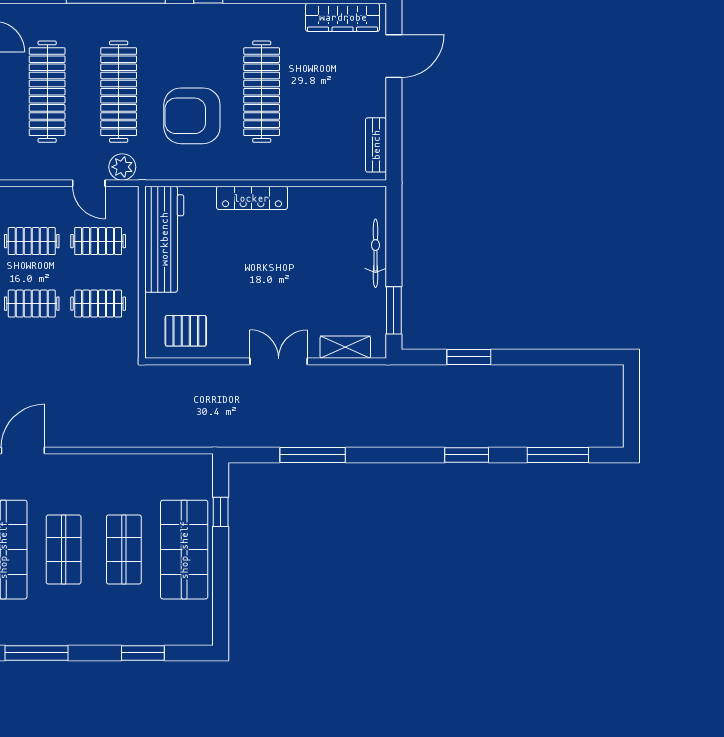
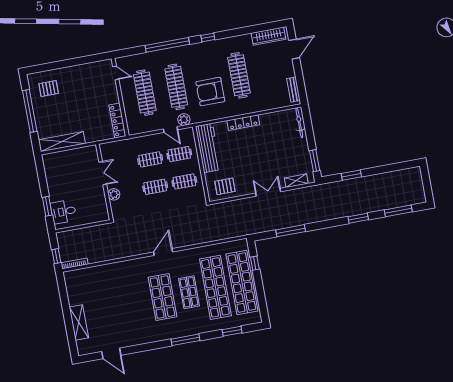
bicycle: (375, 253) -> (299, 123), moved
shop shelf: (124, 550) -> (215, 287), width x2.00, depth x1.36
shop shelf: (184, 550) -> (242, 282), width x1.40

